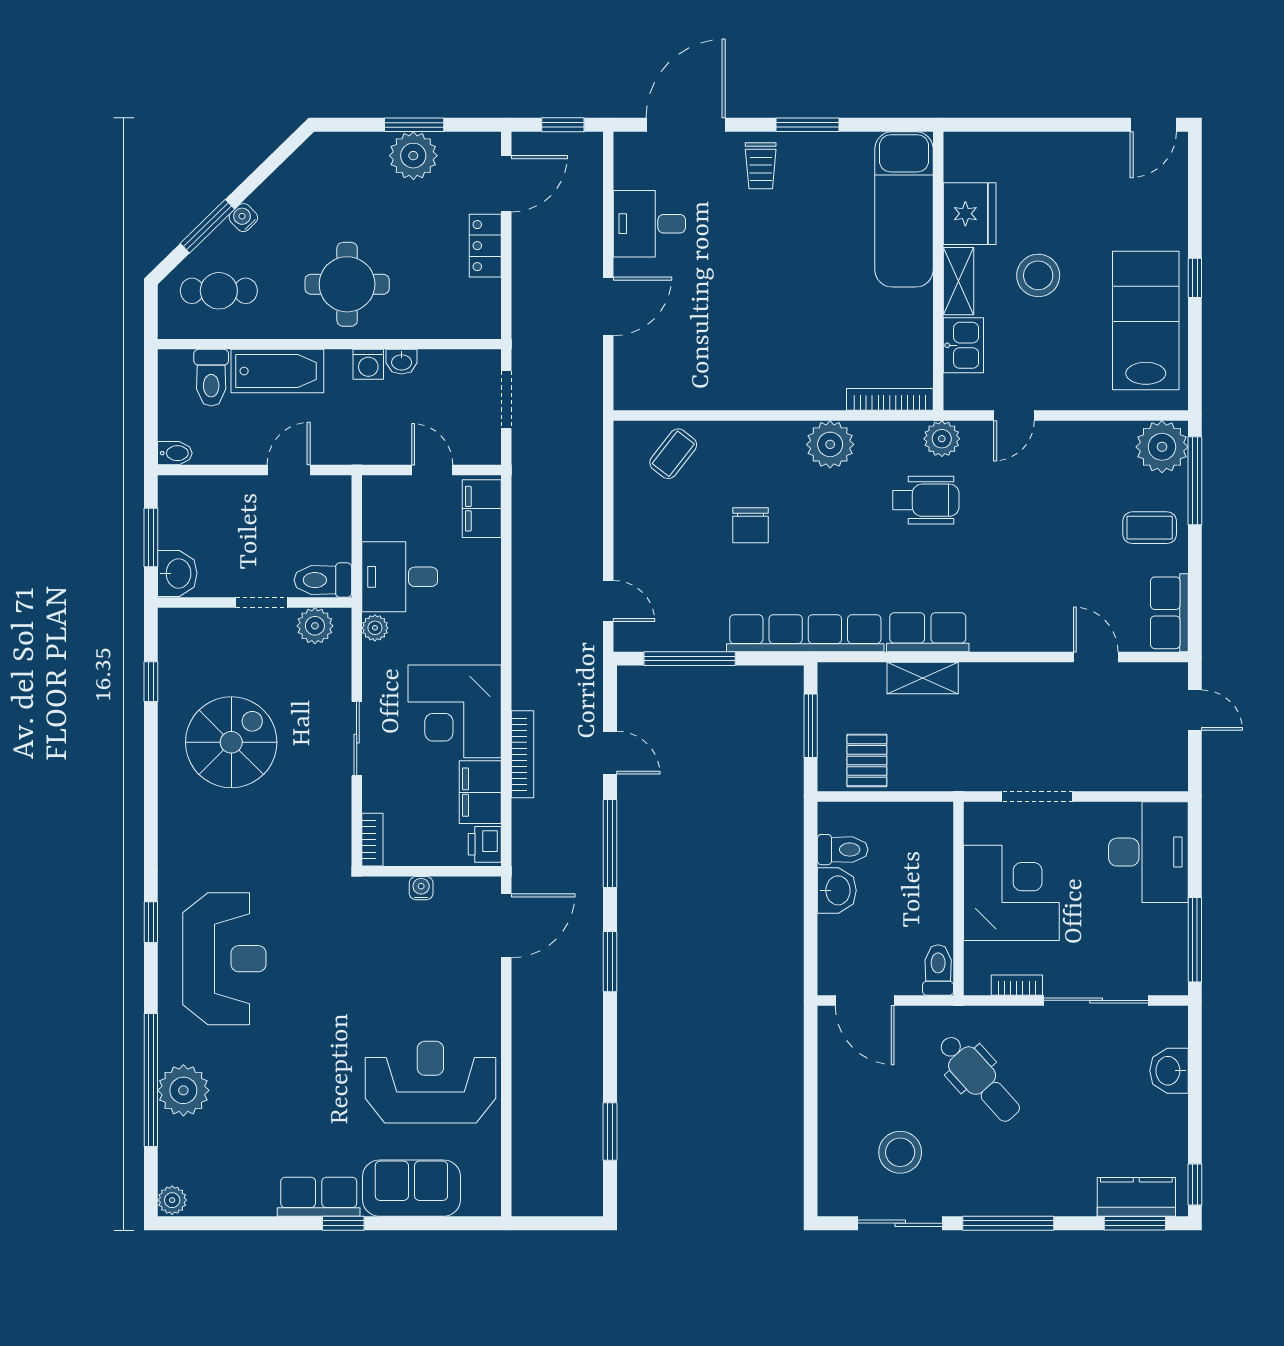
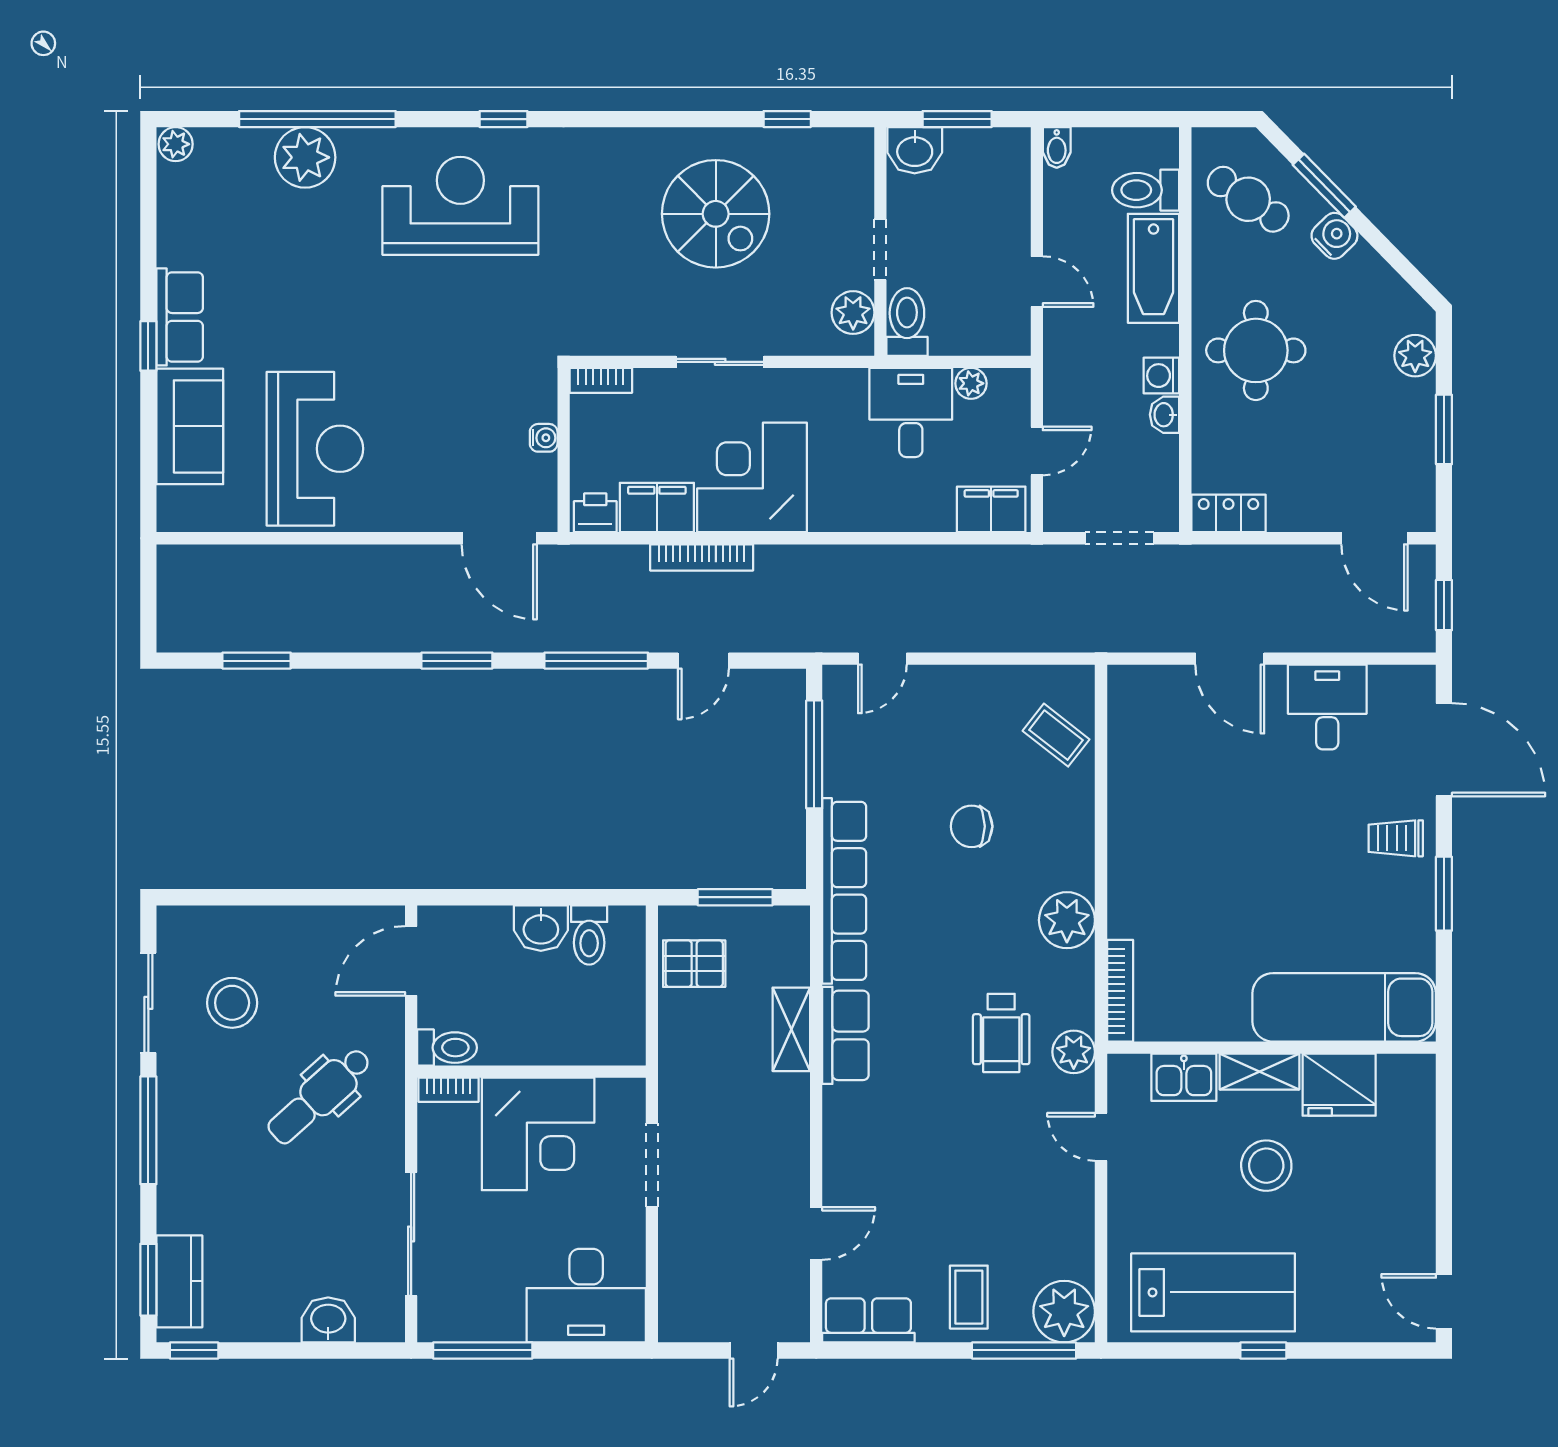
plant: (413, 156) -> (1415, 356), moved, width x0.73, depth x0.73
water cooler: (243, 218) -> (1334, 236), width x1.38, depth x1.38
locker: (485, 246) -> (1228, 513), moved
cafe table: (219, 291) -> (1248, 199), turned -56
plant: (375, 628) -> (971, 383), moved
reception desk: (224, 959) -> (460, 206), turned 180
bookcase: (1017, 985) -> (448, 1090), moved, turned 90

